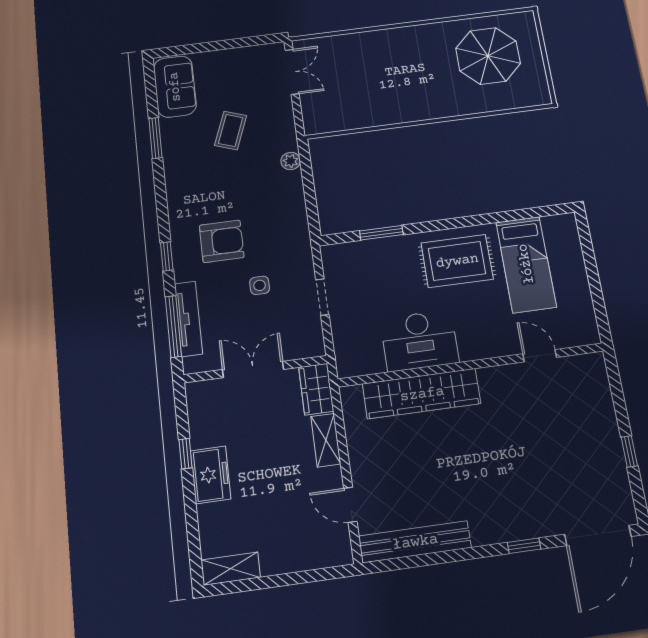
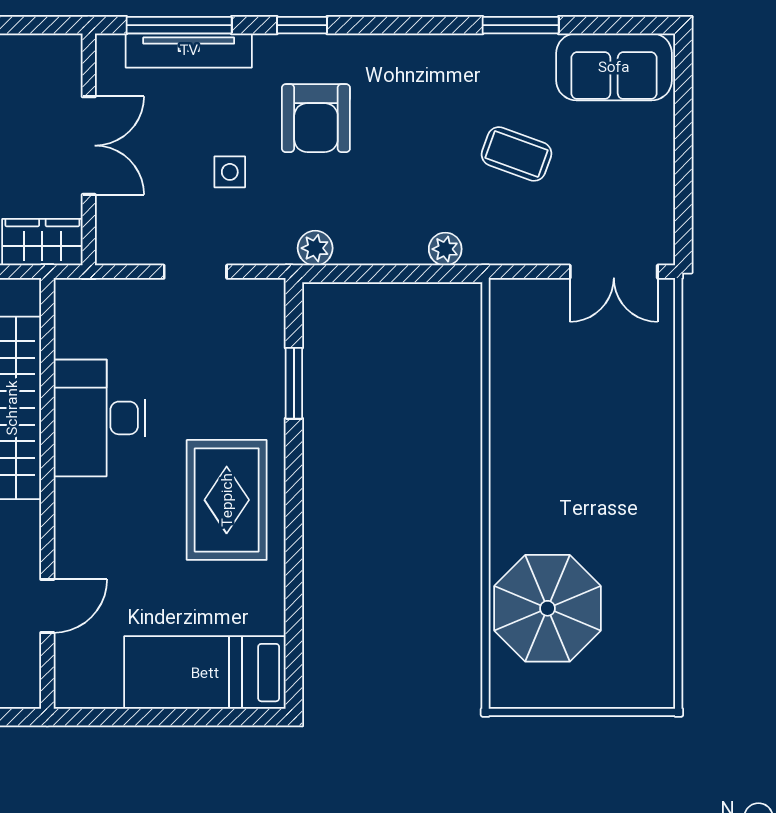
parasol: (488, 56) -> (547, 608), moved
plant: (299, 232) -> (315, 248), added
bed: (526, 264) -> (205, 673), moved

